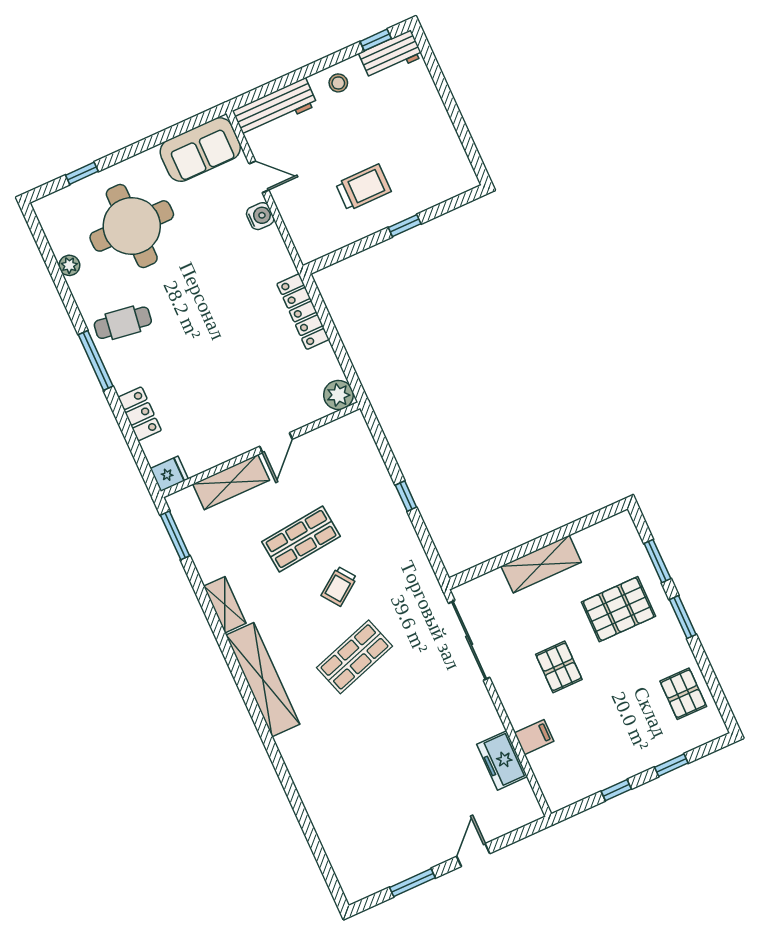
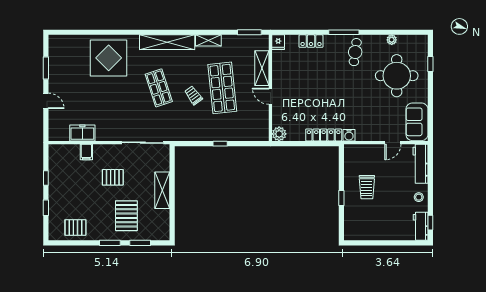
water cooler: (260, 216) -> (349, 135), moved
shop shelf: (301, 539) -> (222, 88), width x1.43, depth x1.36
display table: (341, 775) -> (109, 58), added

